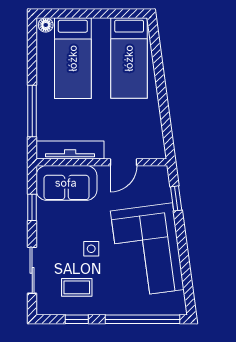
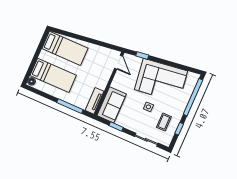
tv unit: (70, 150) -> (95, 101), width x0.71
door: (124, 162) -> (119, 62), moved

